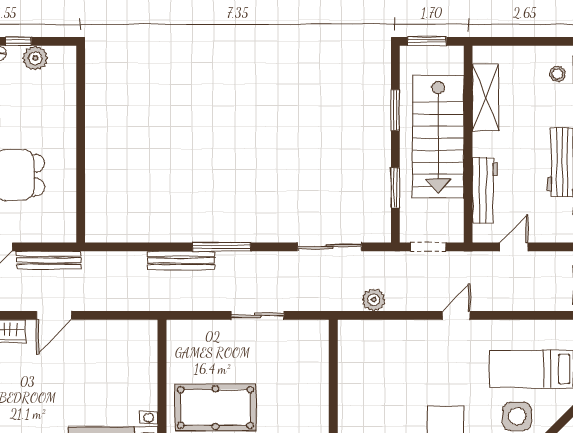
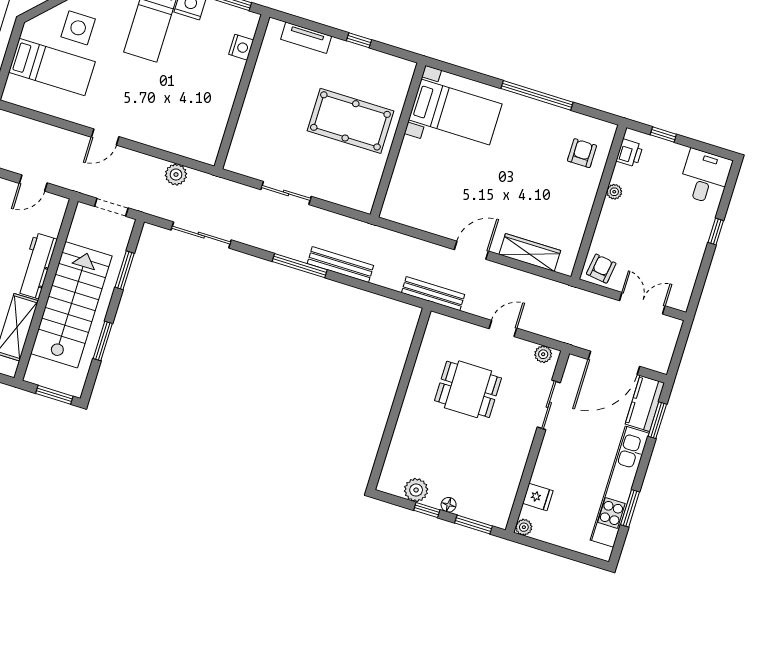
workbench: (485, 190) -> (37, 266), moved
bench: (49, 260) -> (433, 294), moved

